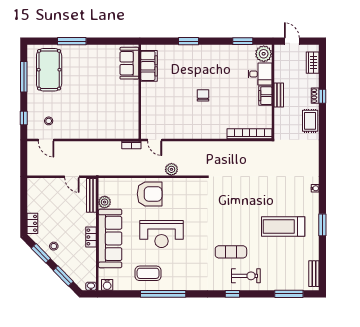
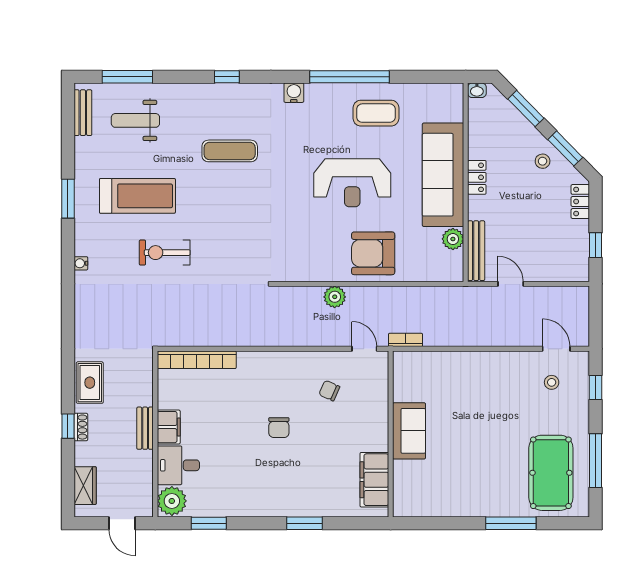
sofa: (129, 63) -> (409, 431), moved
chair: (174, 116) -> (329, 391), added
window: (24, 199) -> (596, 245), added
reception desk: (162, 234) -> (352, 183), turned 180
weight bench: (284, 269) -> (135, 120), added
exercise bike: (246, 276) -> (165, 253), moved
water cooler: (107, 285) -> (294, 93), moved

